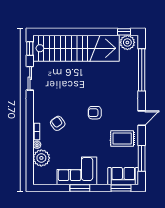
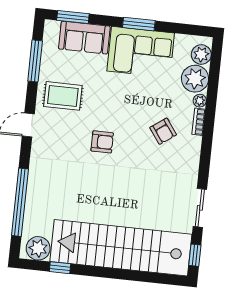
window: (124, 32) -> (60, 268), moved
plant: (39, 173) -> (201, 54), added
sofa: (123, 176) -> (84, 38), moved

